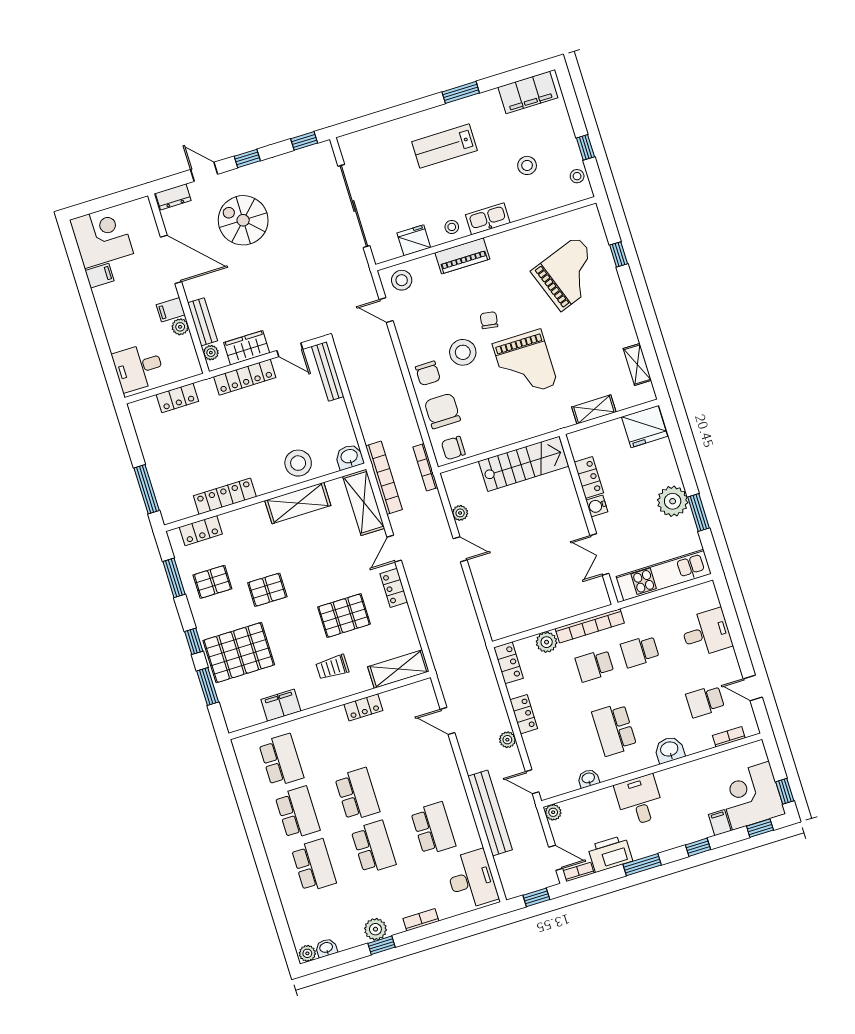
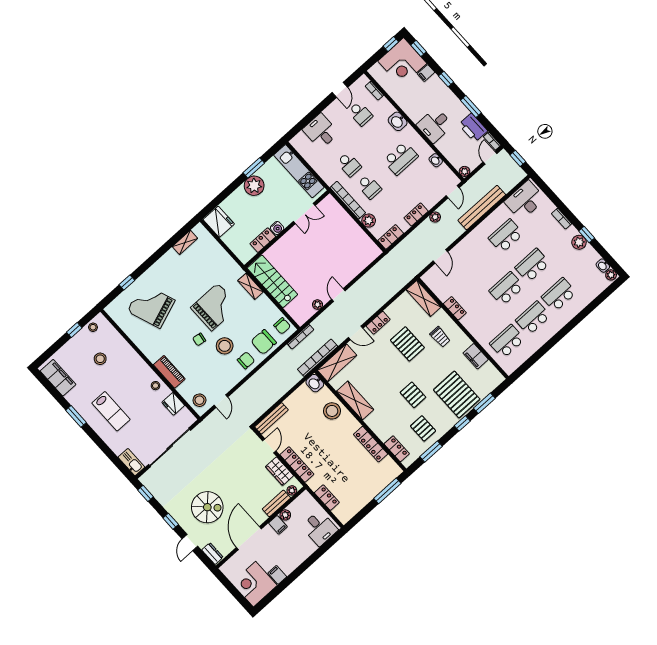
kitchen sink: (488, 219) -> (131, 462), moved, turned 180
spiral stairs: (243, 220) -> (207, 507), turned -90
shelving: (594, 410) -> (250, 286), moved

